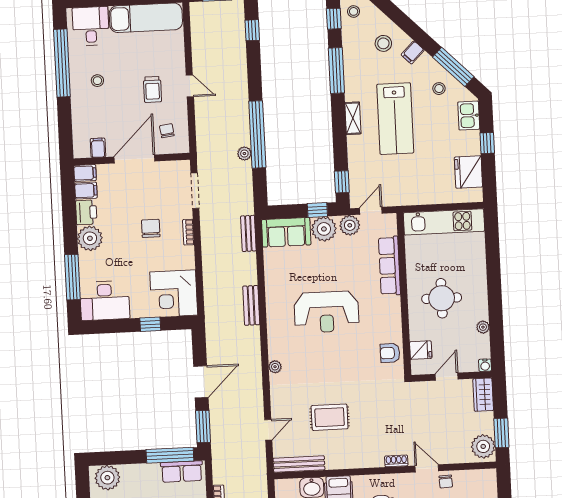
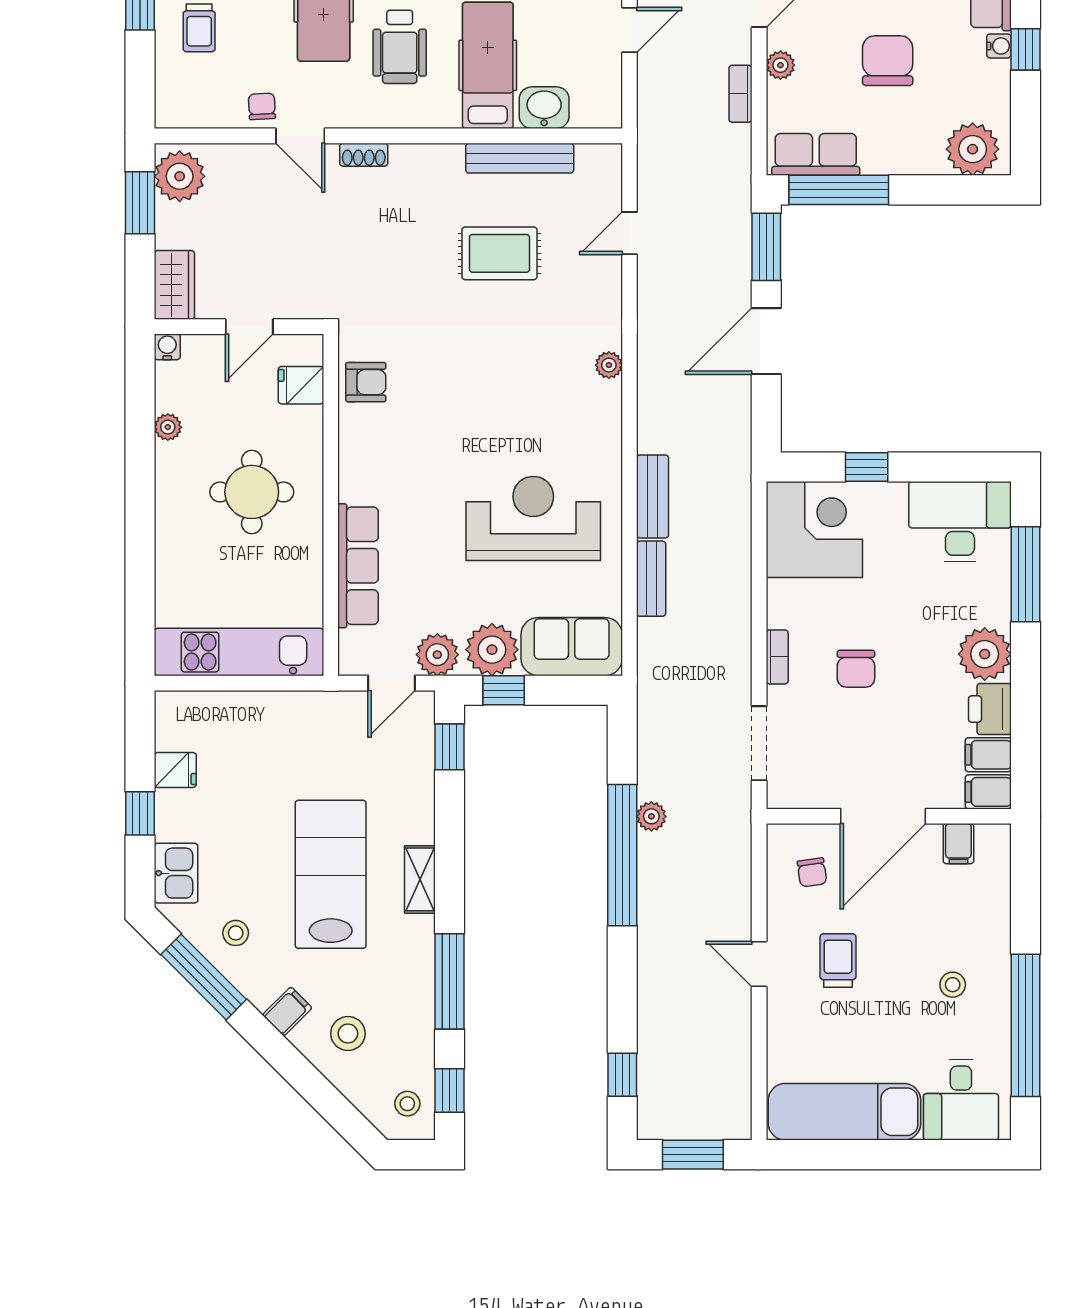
fridge: (468, 172) -> (175, 770), width x0.53, depth x0.75
bench: (248, 233) -> (651, 579), moved
reception desk: (326, 312) -> (533, 518), moved
bench: (299, 464) -> (520, 158), moved

